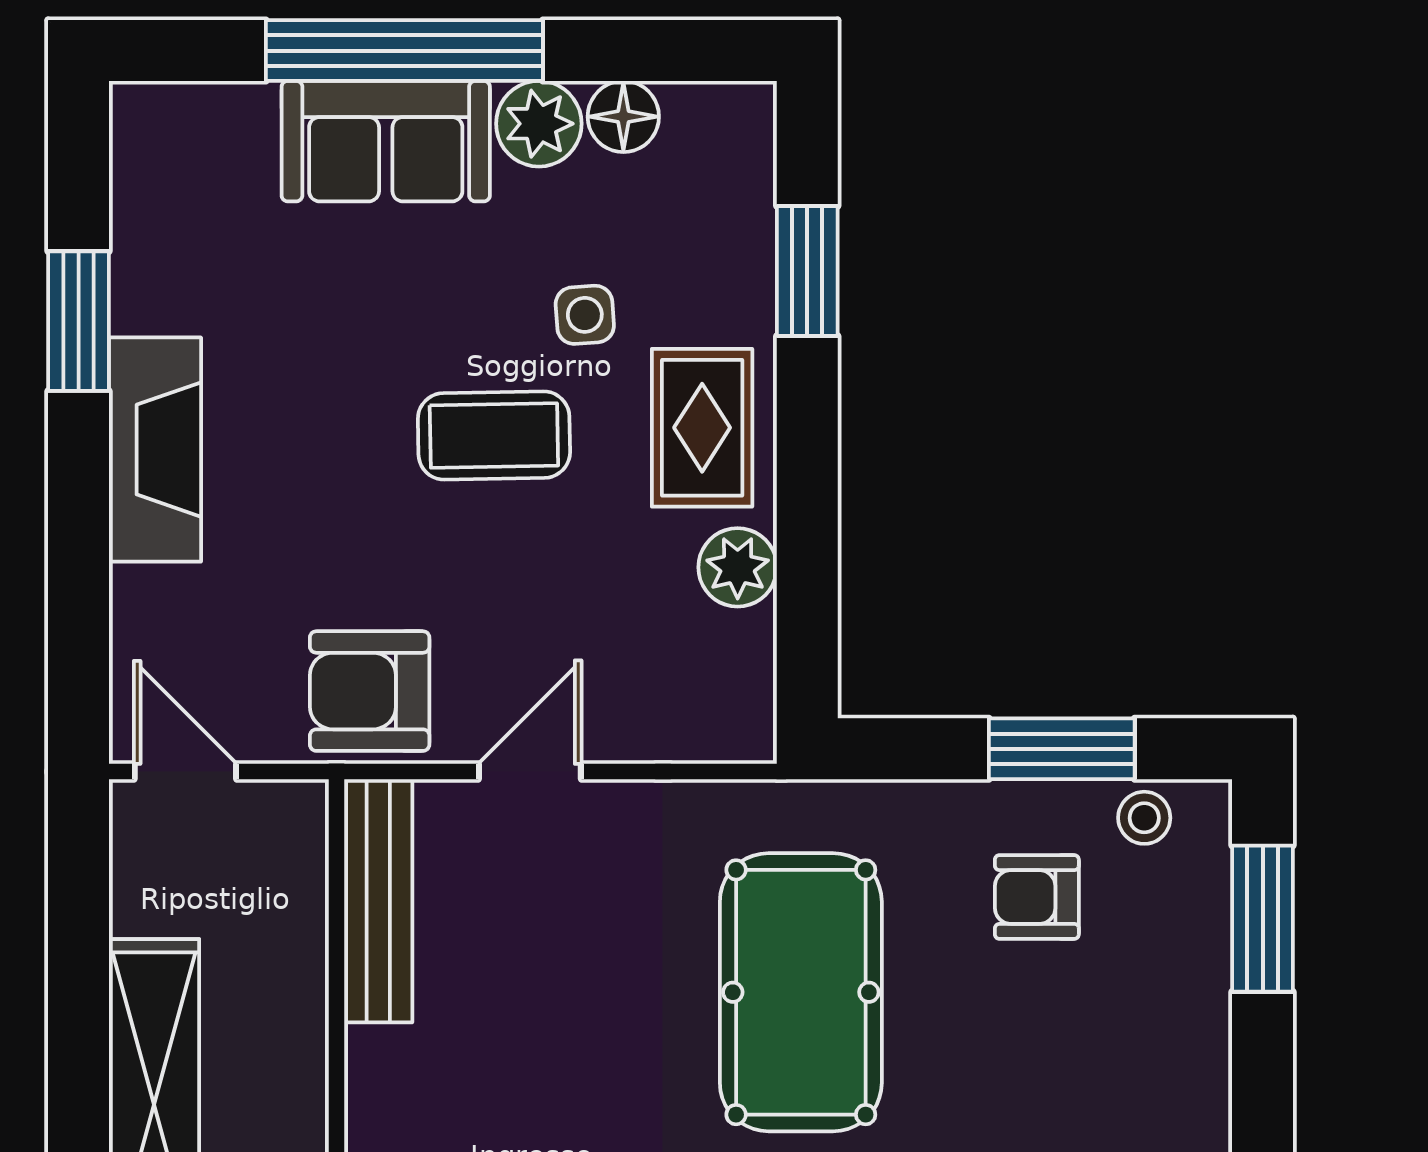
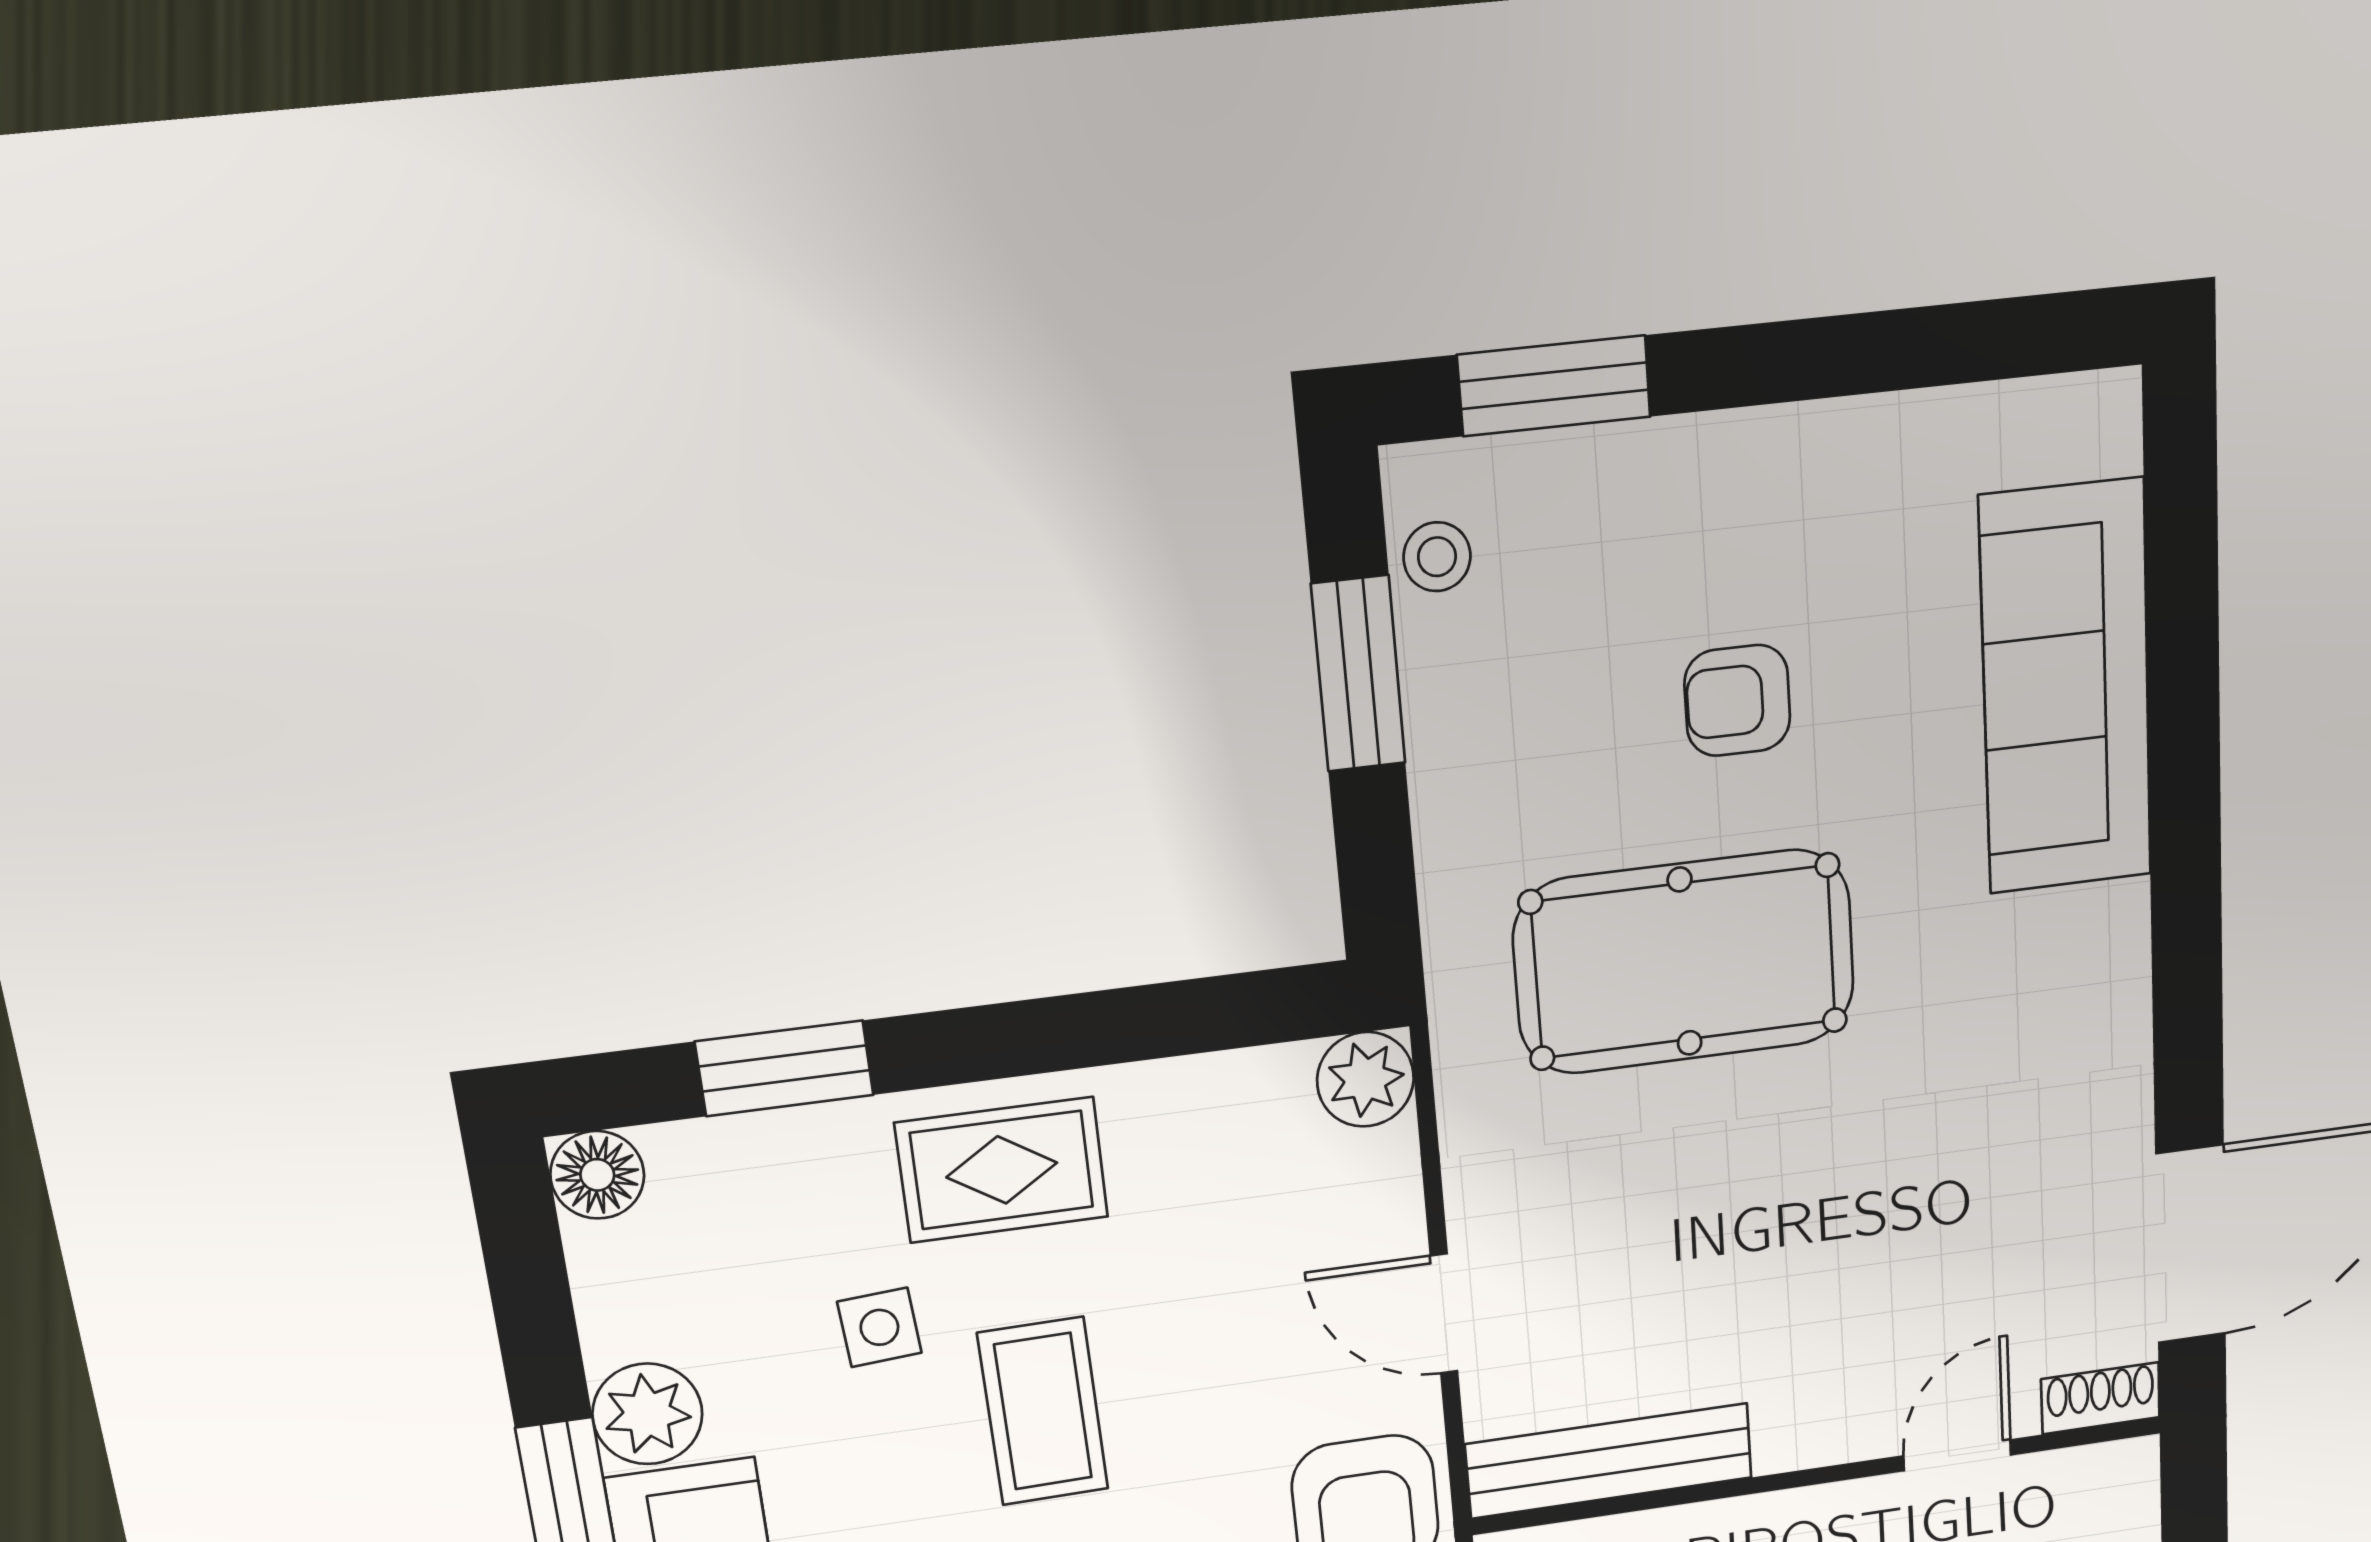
floor lamp: (623, 117) -> (597, 1175), moved
plant: (738, 567) -> (1365, 1079), moved
armchair: (1037, 897) -> (1737, 700), moved, turned 90

